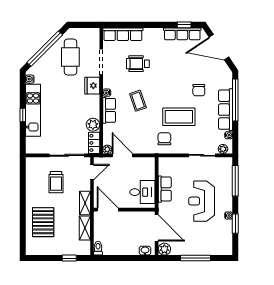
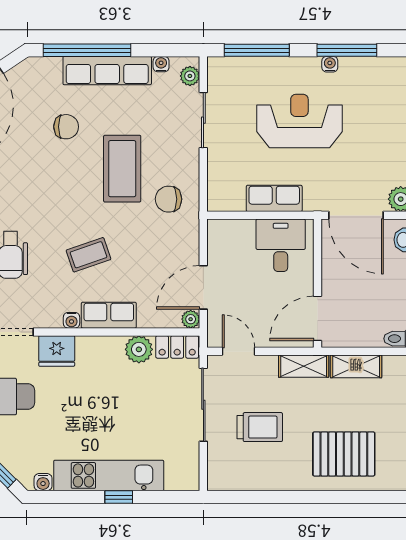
reception desk: (202, 201) -> (299, 121), turned 180
window: (235, 224) -> (347, 50), width x1.44
door: (157, 228) -> (356, 215), swing flipped

